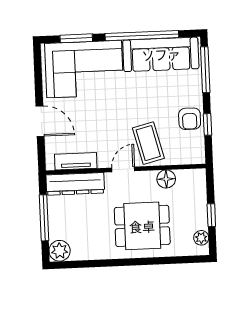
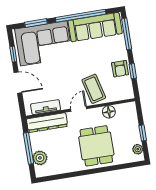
window: (38, 79) -> (13, 54), added
dining table: (142, 226) -> (96, 146), turned 90
plant: (60, 251) -> (40, 158), moved

